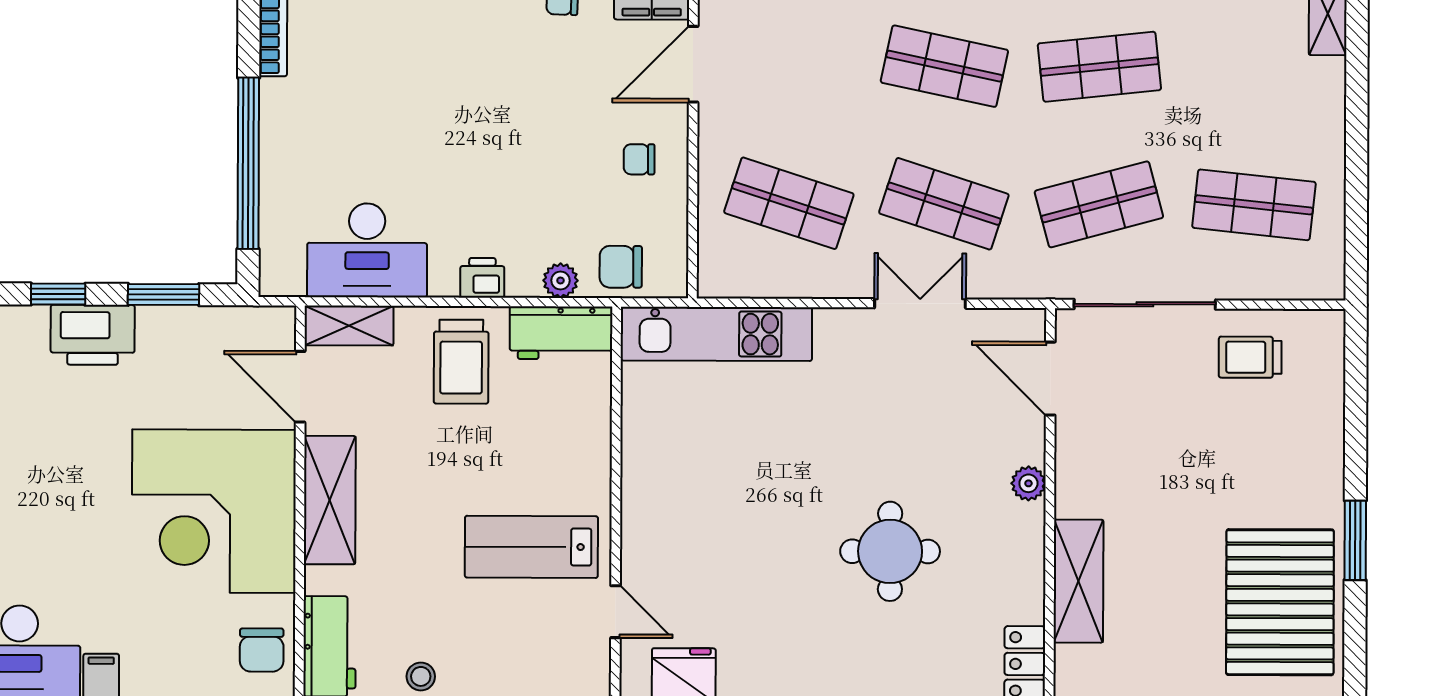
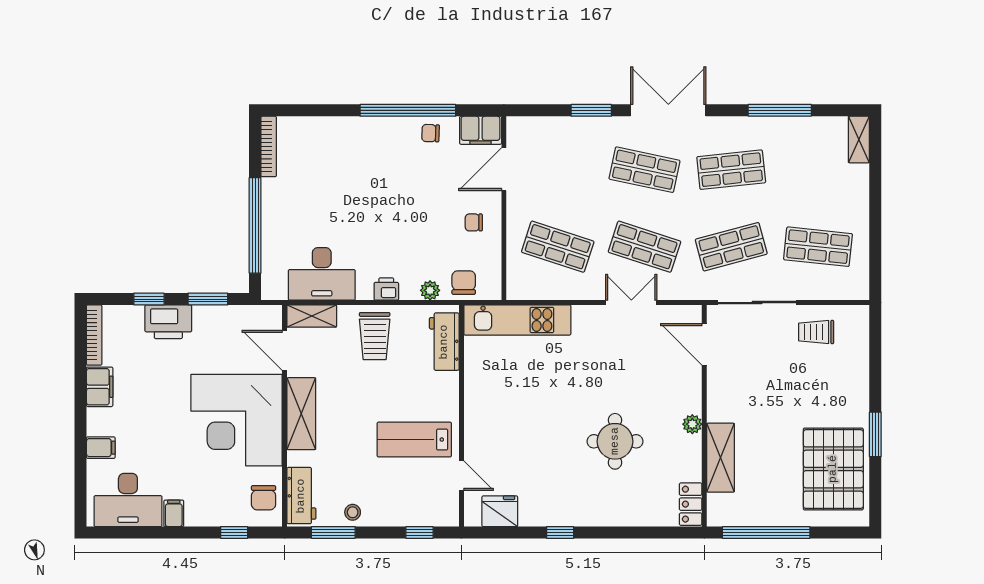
chair: (621, 267) -> (464, 283), turned 90
workbench: (561, 333) -> (444, 342), moved, turned 90
plant: (1028, 483) -> (692, 424), moved

